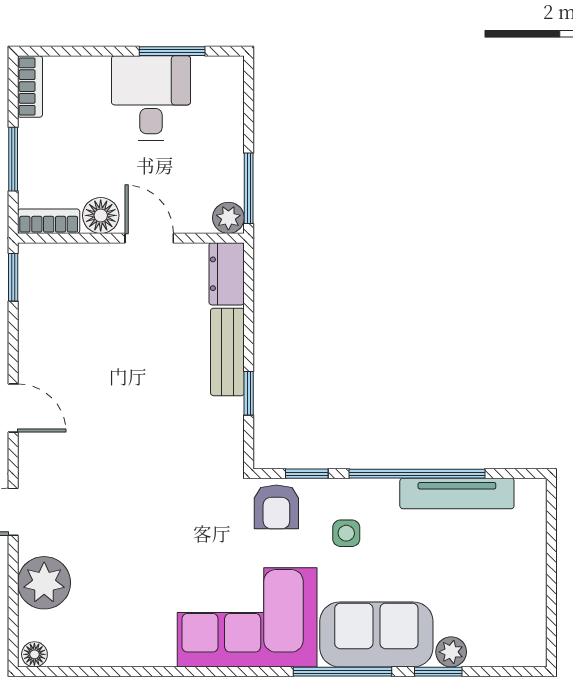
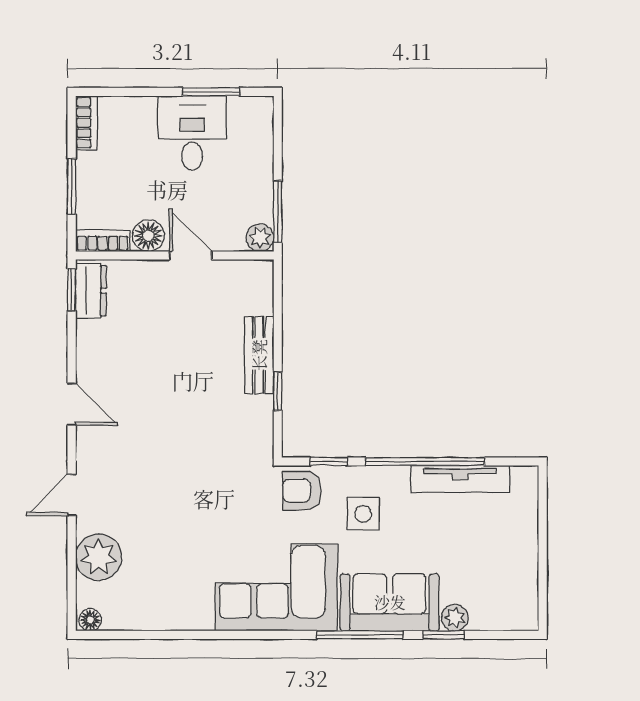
dresser: (227, 274) -> (91, 291), moved, turned 180
armchair: (276, 507) -> (302, 491), turned 90
side table: (346, 533) -> (363, 514), width x1.37, depth x1.37

